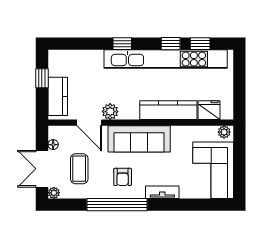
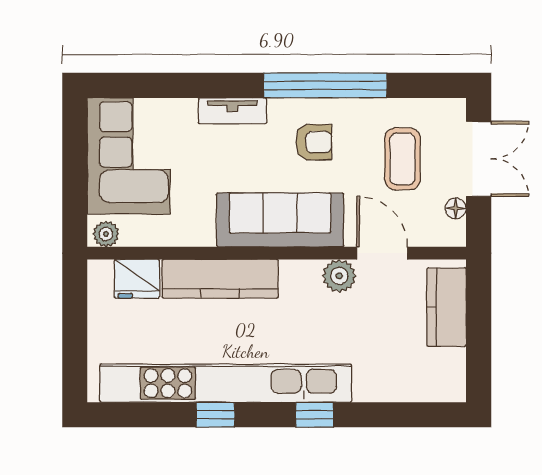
window: (200, 44) -> (155, 415), removed
window: (42, 78) -> (479, 344), removed
armchair: (123, 177) -> (314, 142), turned 90
plant: (54, 193) -> (454, 110), removed

